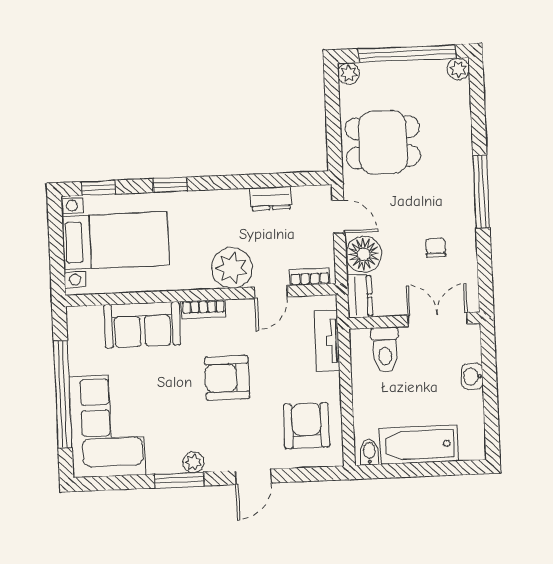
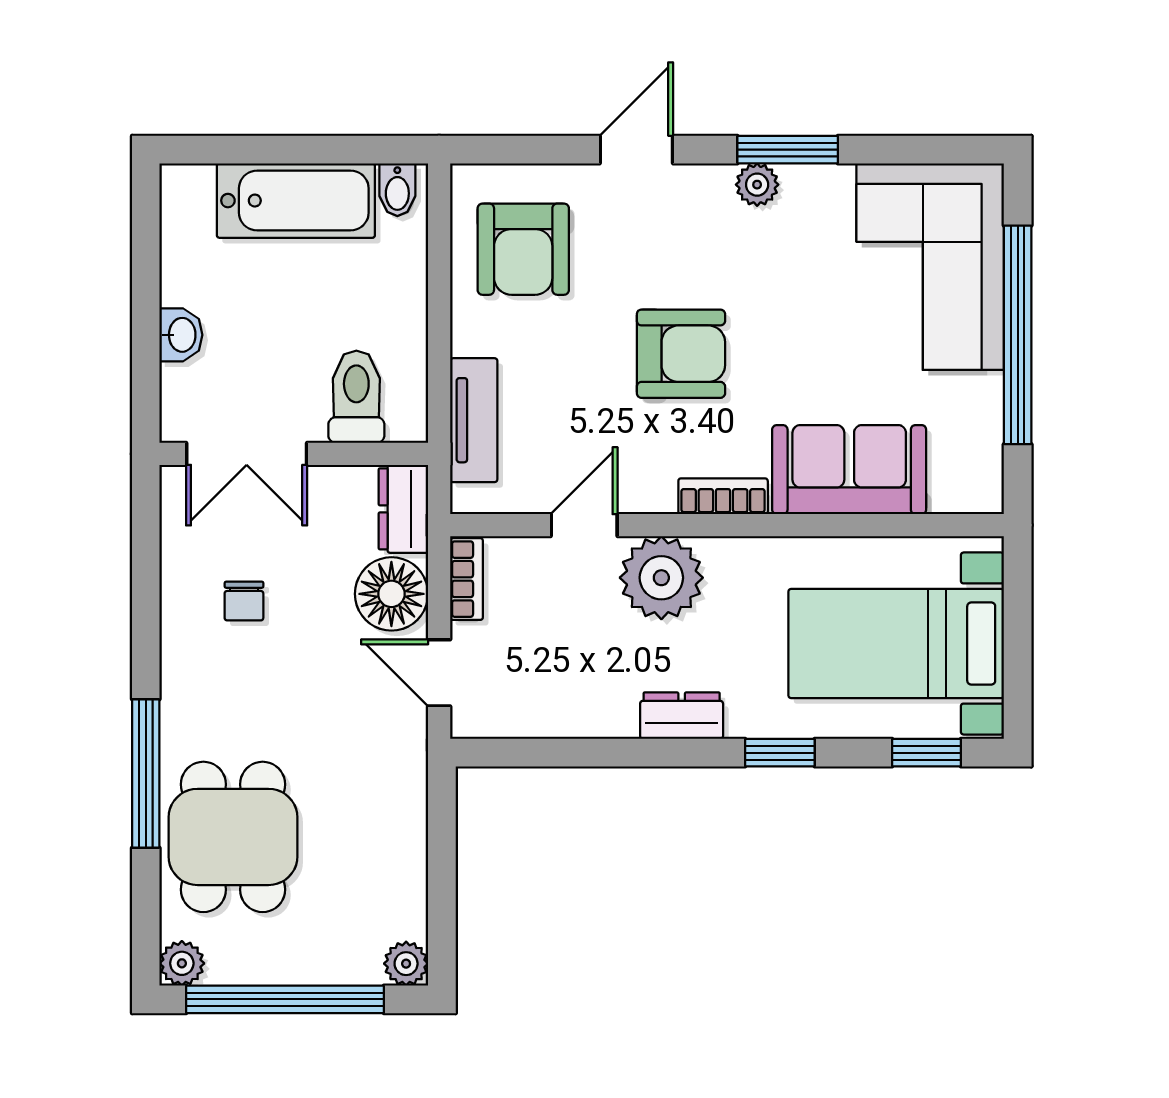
dining table: (383, 142) -> (233, 837), moved, turned 90
window: (481, 192) -> (146, 773), moved
dresser: (271, 199) -> (682, 716), moved
bookcase: (310, 277) -> (466, 579), moved, turned -90

